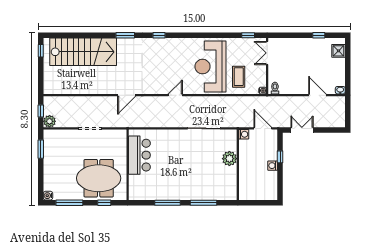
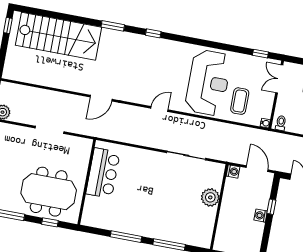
reception desk: (211, 67) -> (208, 83), turned 180

